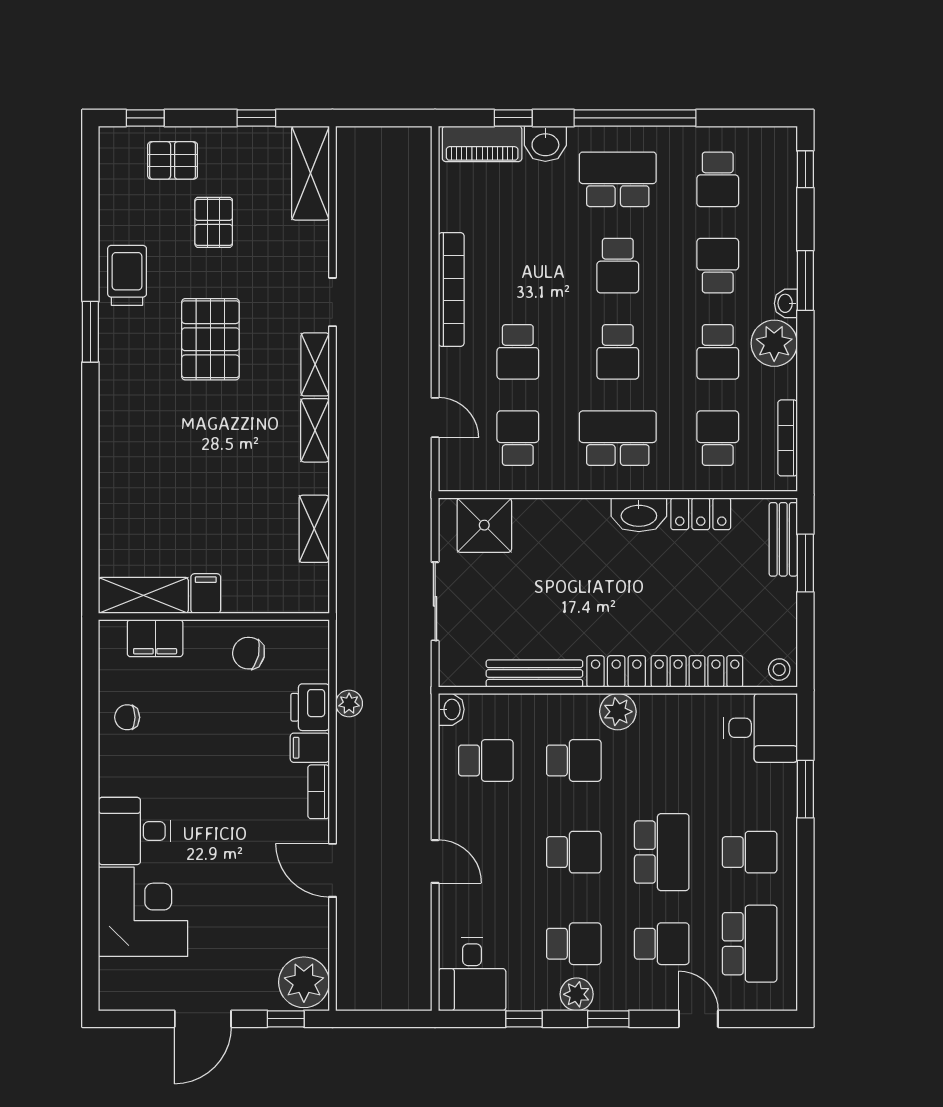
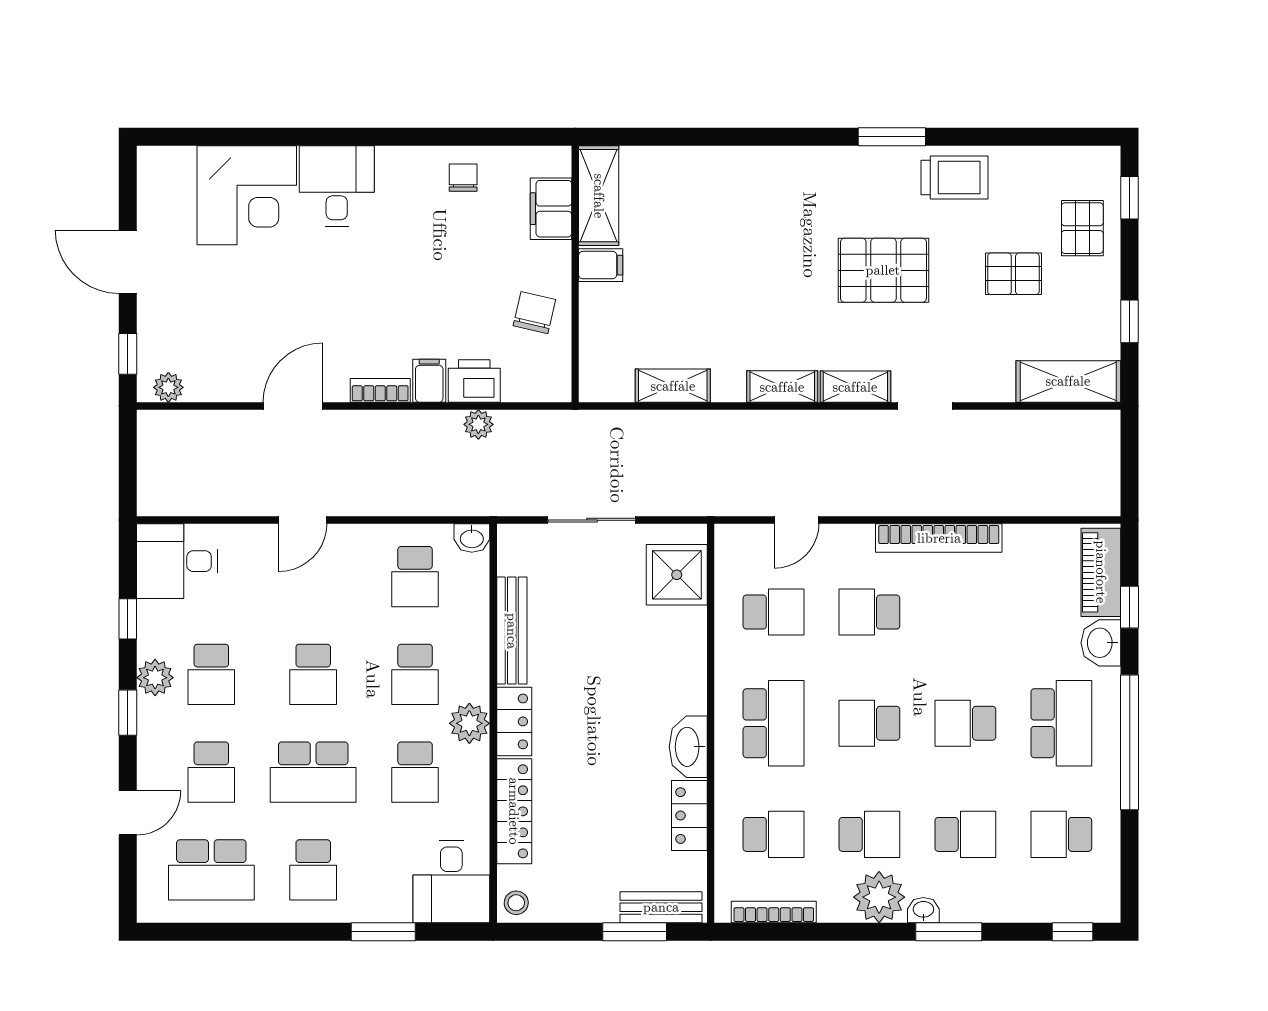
school desk: (718, 352) -> (869, 834), turned 180
school desk: (662, 760) -> (415, 772), added
plant: (304, 982) -> (168, 387), width x0.53, depth x0.53

